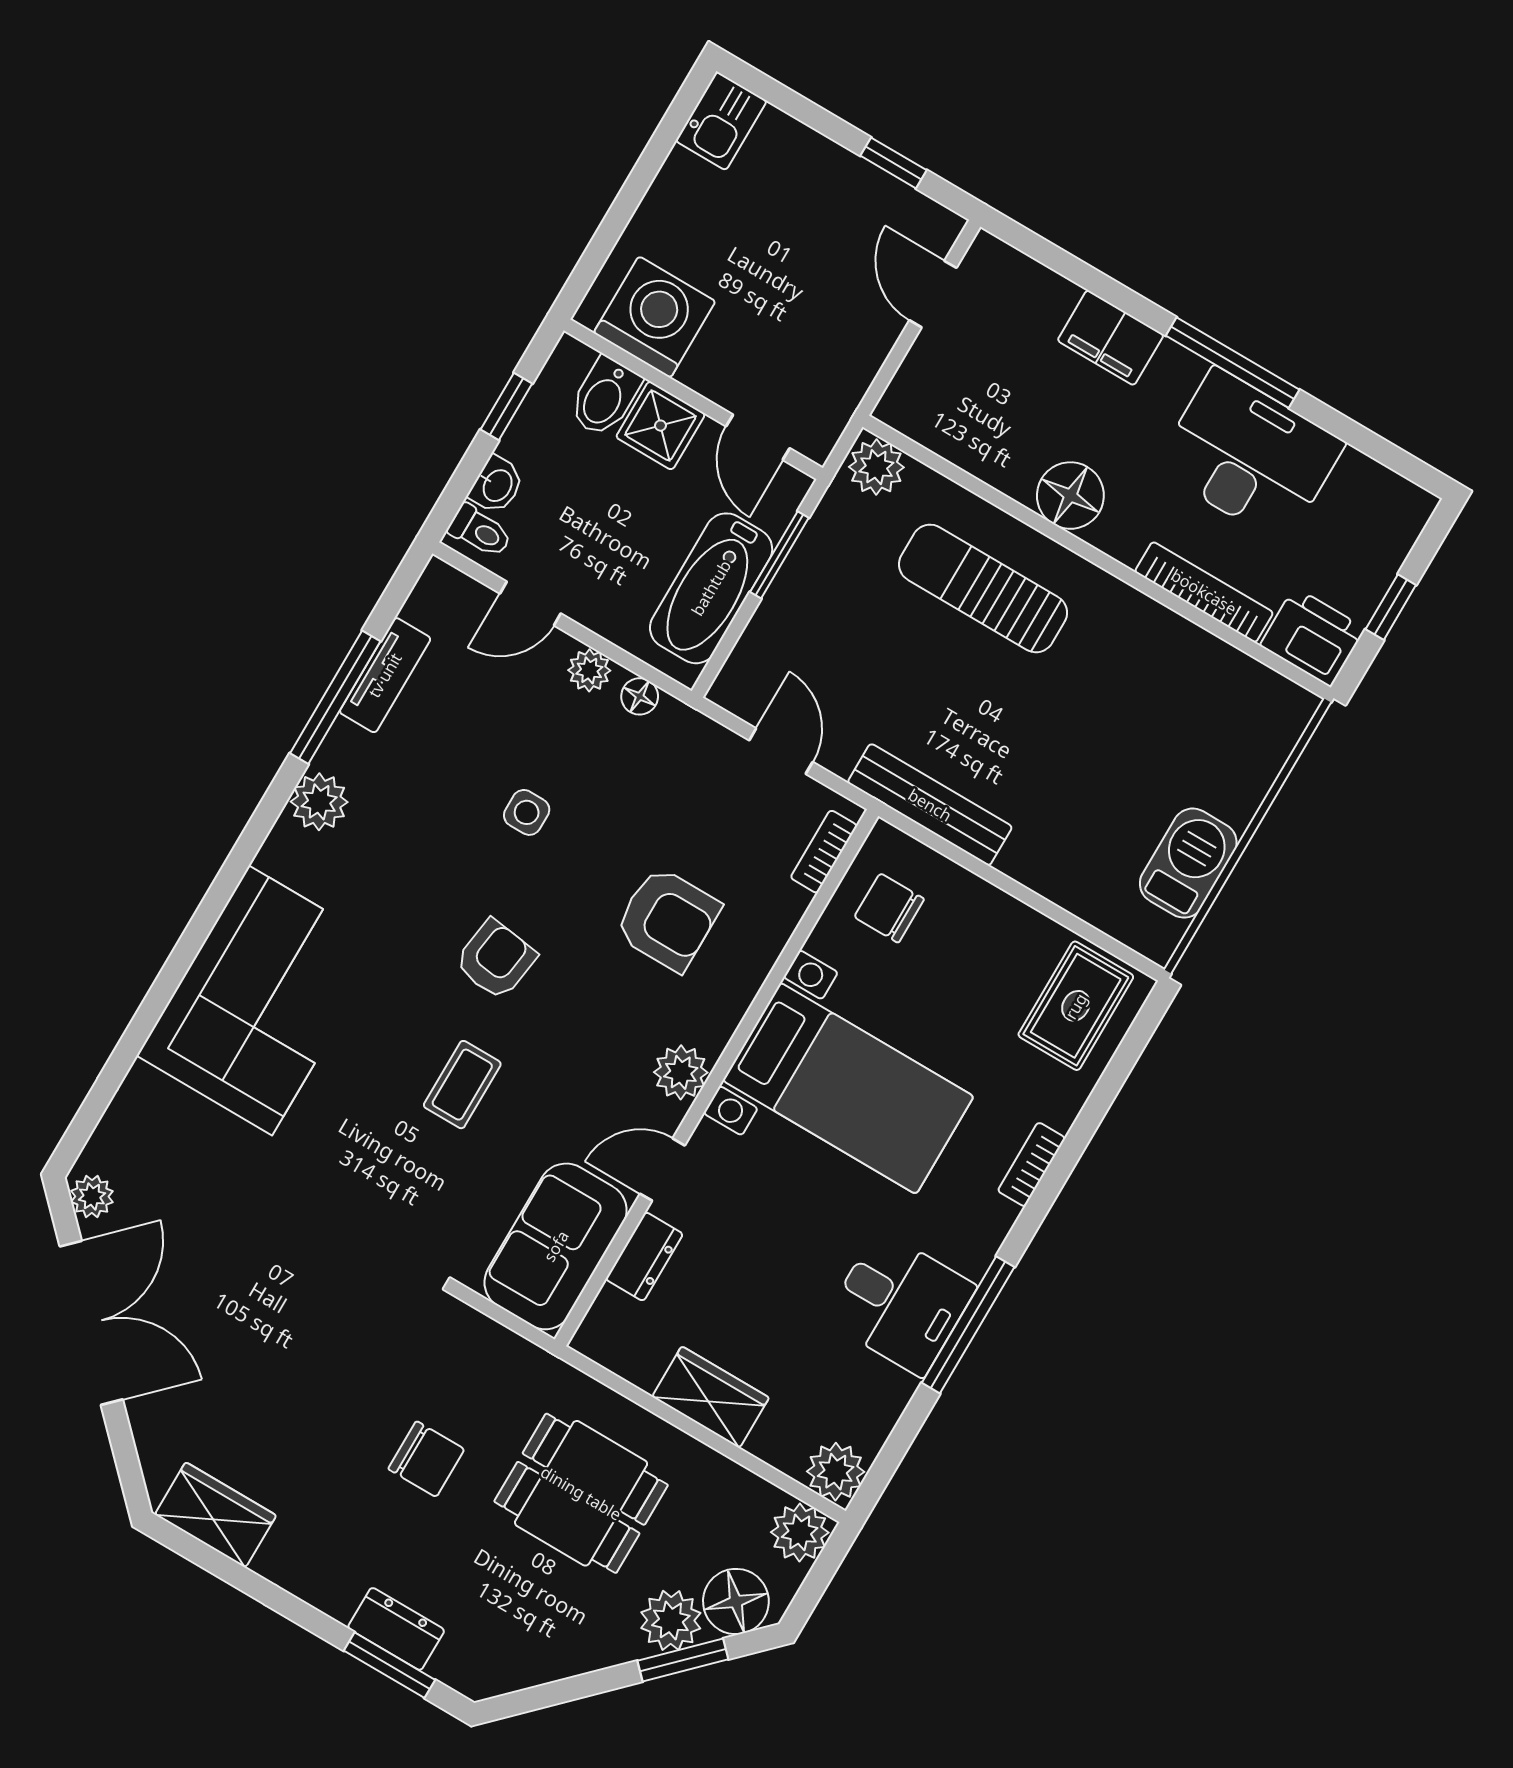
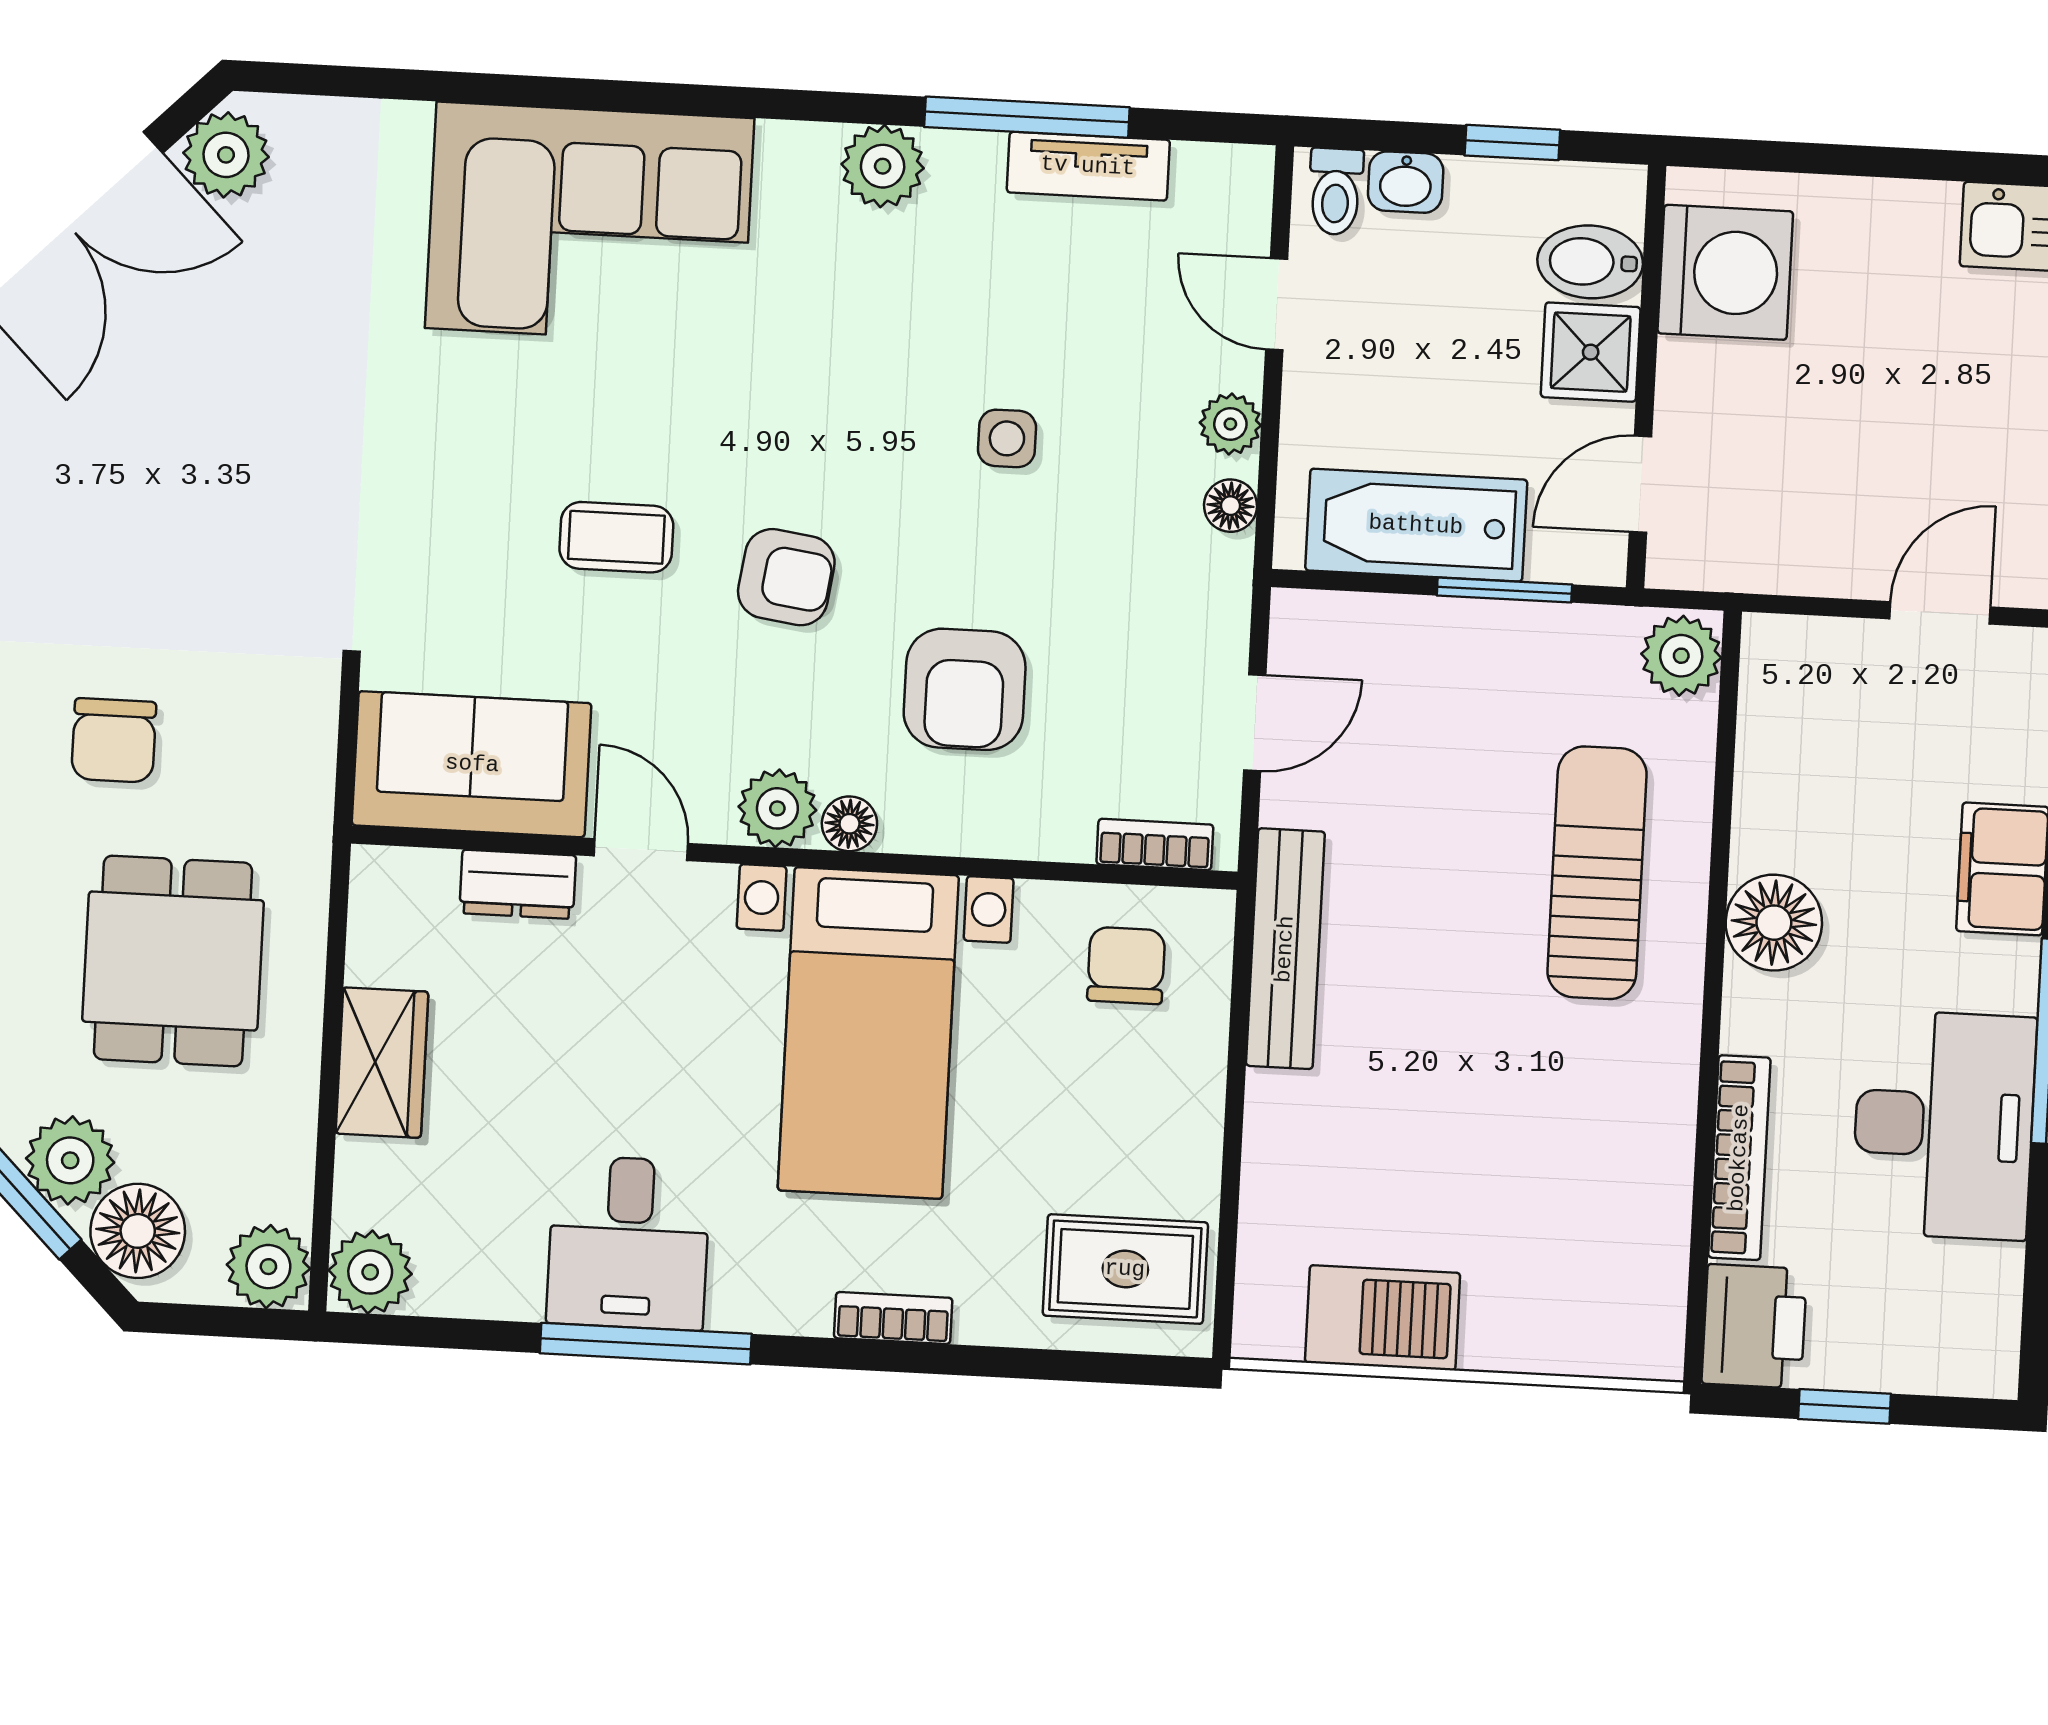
armchair: (496, 959) -> (786, 577), moved
floor lamp: (713, 1033) -> (849, 824), added
plant: (92, 1197) -> (226, 155), width x1.38, depth x1.38

